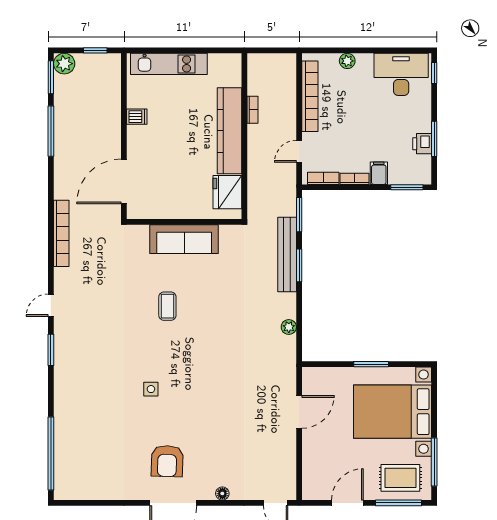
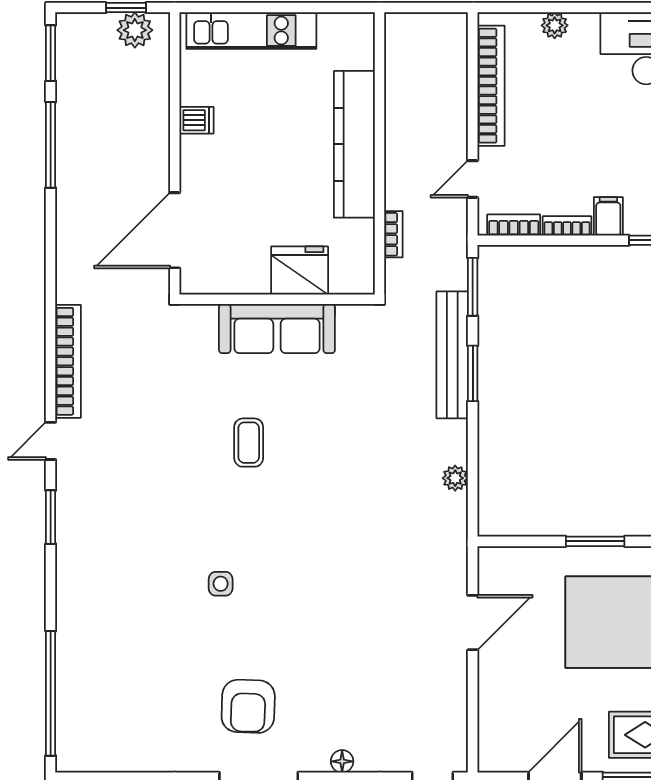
plant: (64, 64) -> (135, 30), moved
bookcase: (253, 110) -> (393, 234), moved
fridge: (227, 192) -> (300, 271), moved, turned 90
bookcase: (61, 233) -> (68, 361), moved

